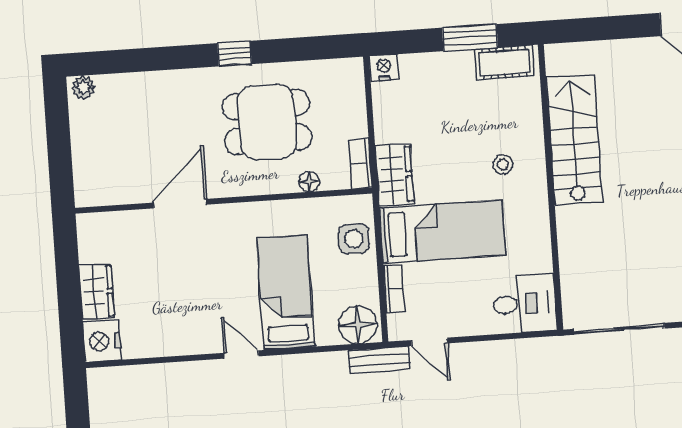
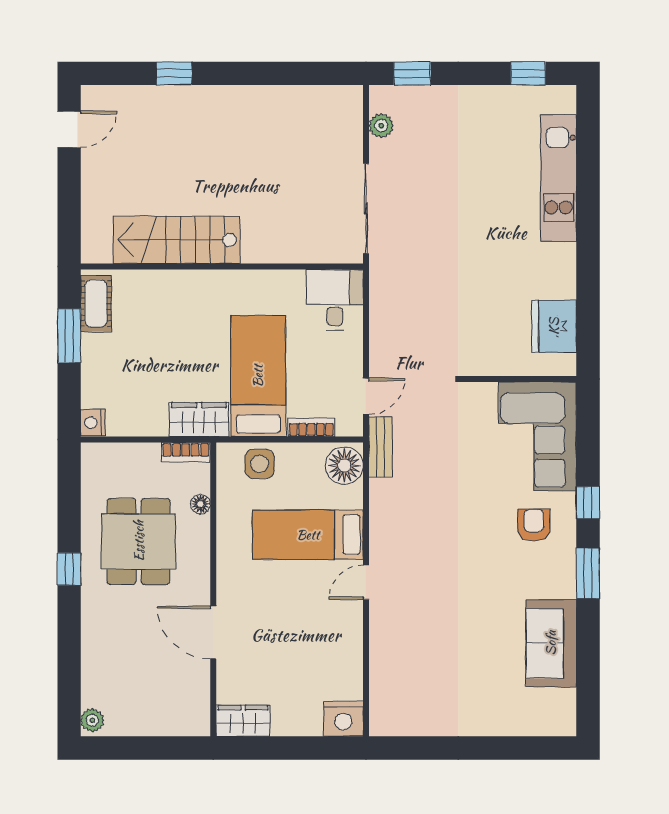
stool: (503, 164) -> (196, 312), removed
wardrobe: (97, 292) -> (243, 721), moved

